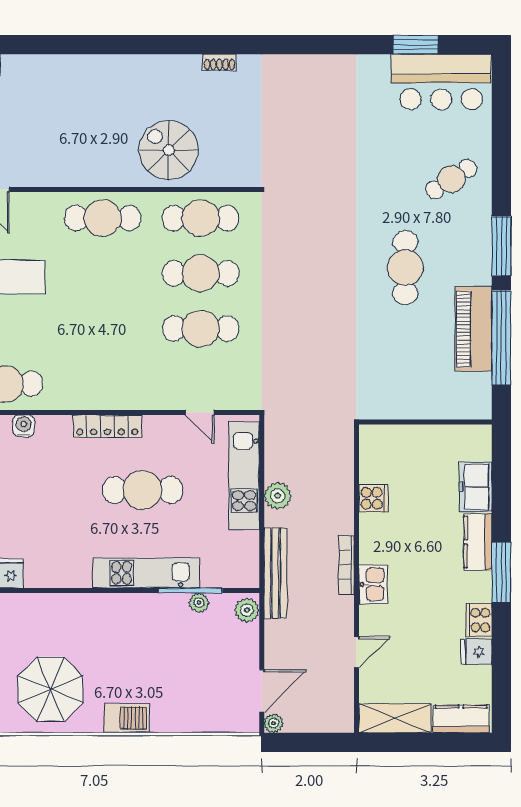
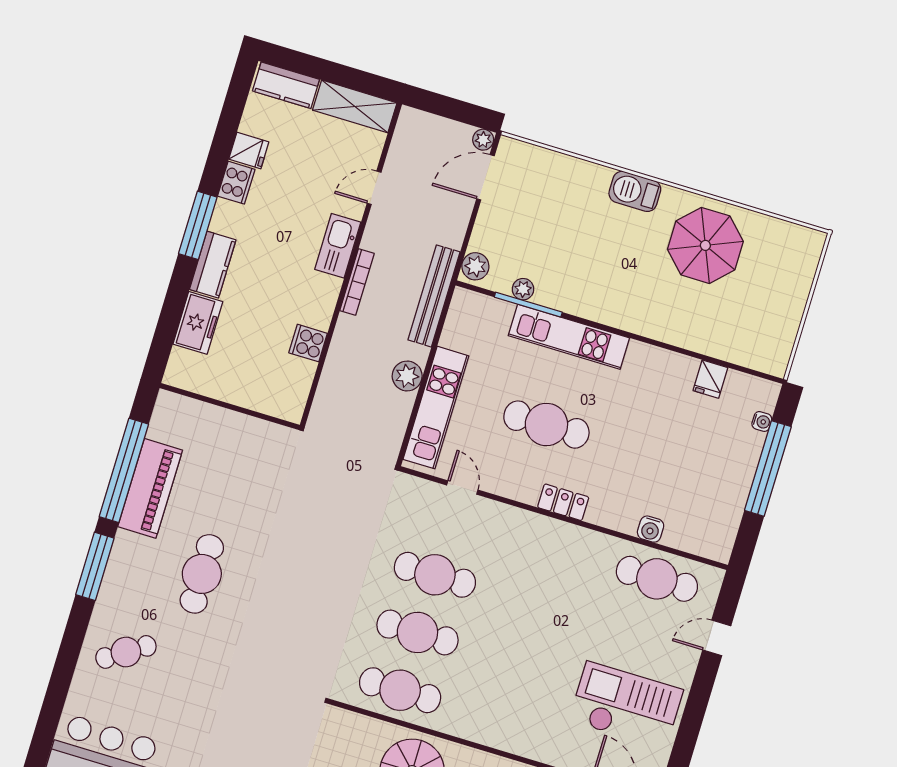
cafe table: (103, 218) -> (502, 721), removed
locker: (107, 426) -> (563, 502), width x0.66
kitchen sink: (373, 584) -> (338, 246), width x1.38

